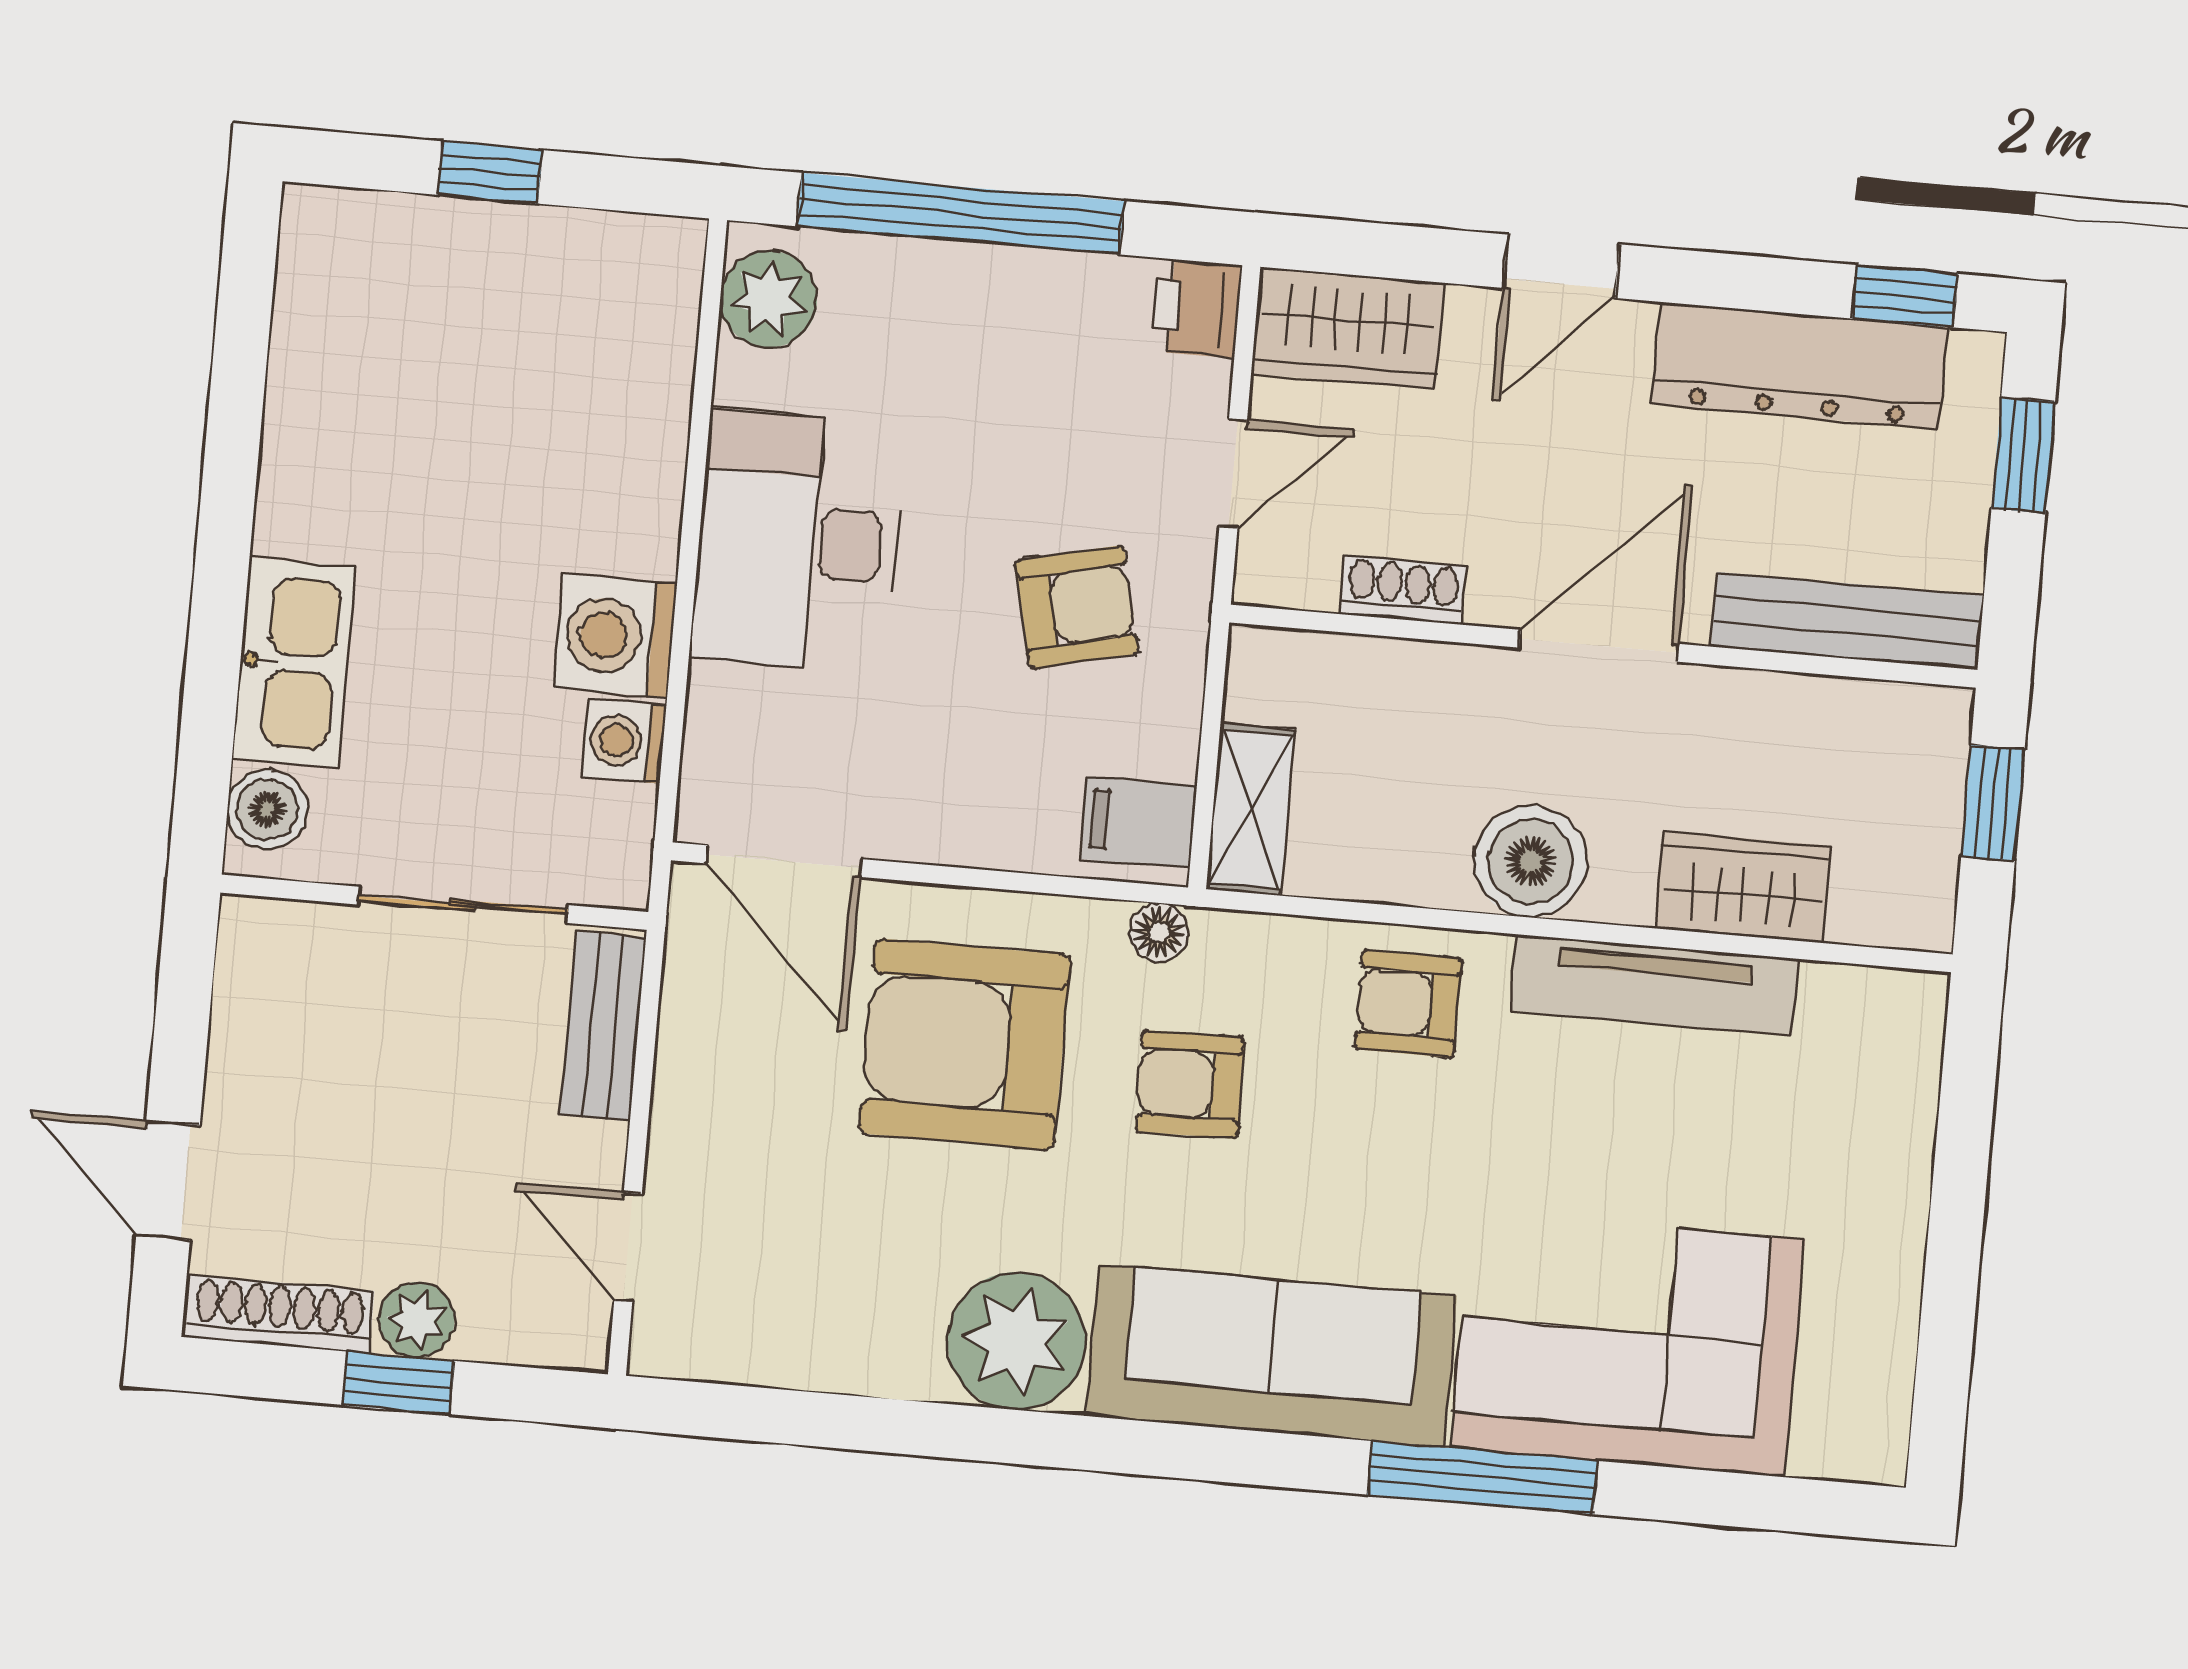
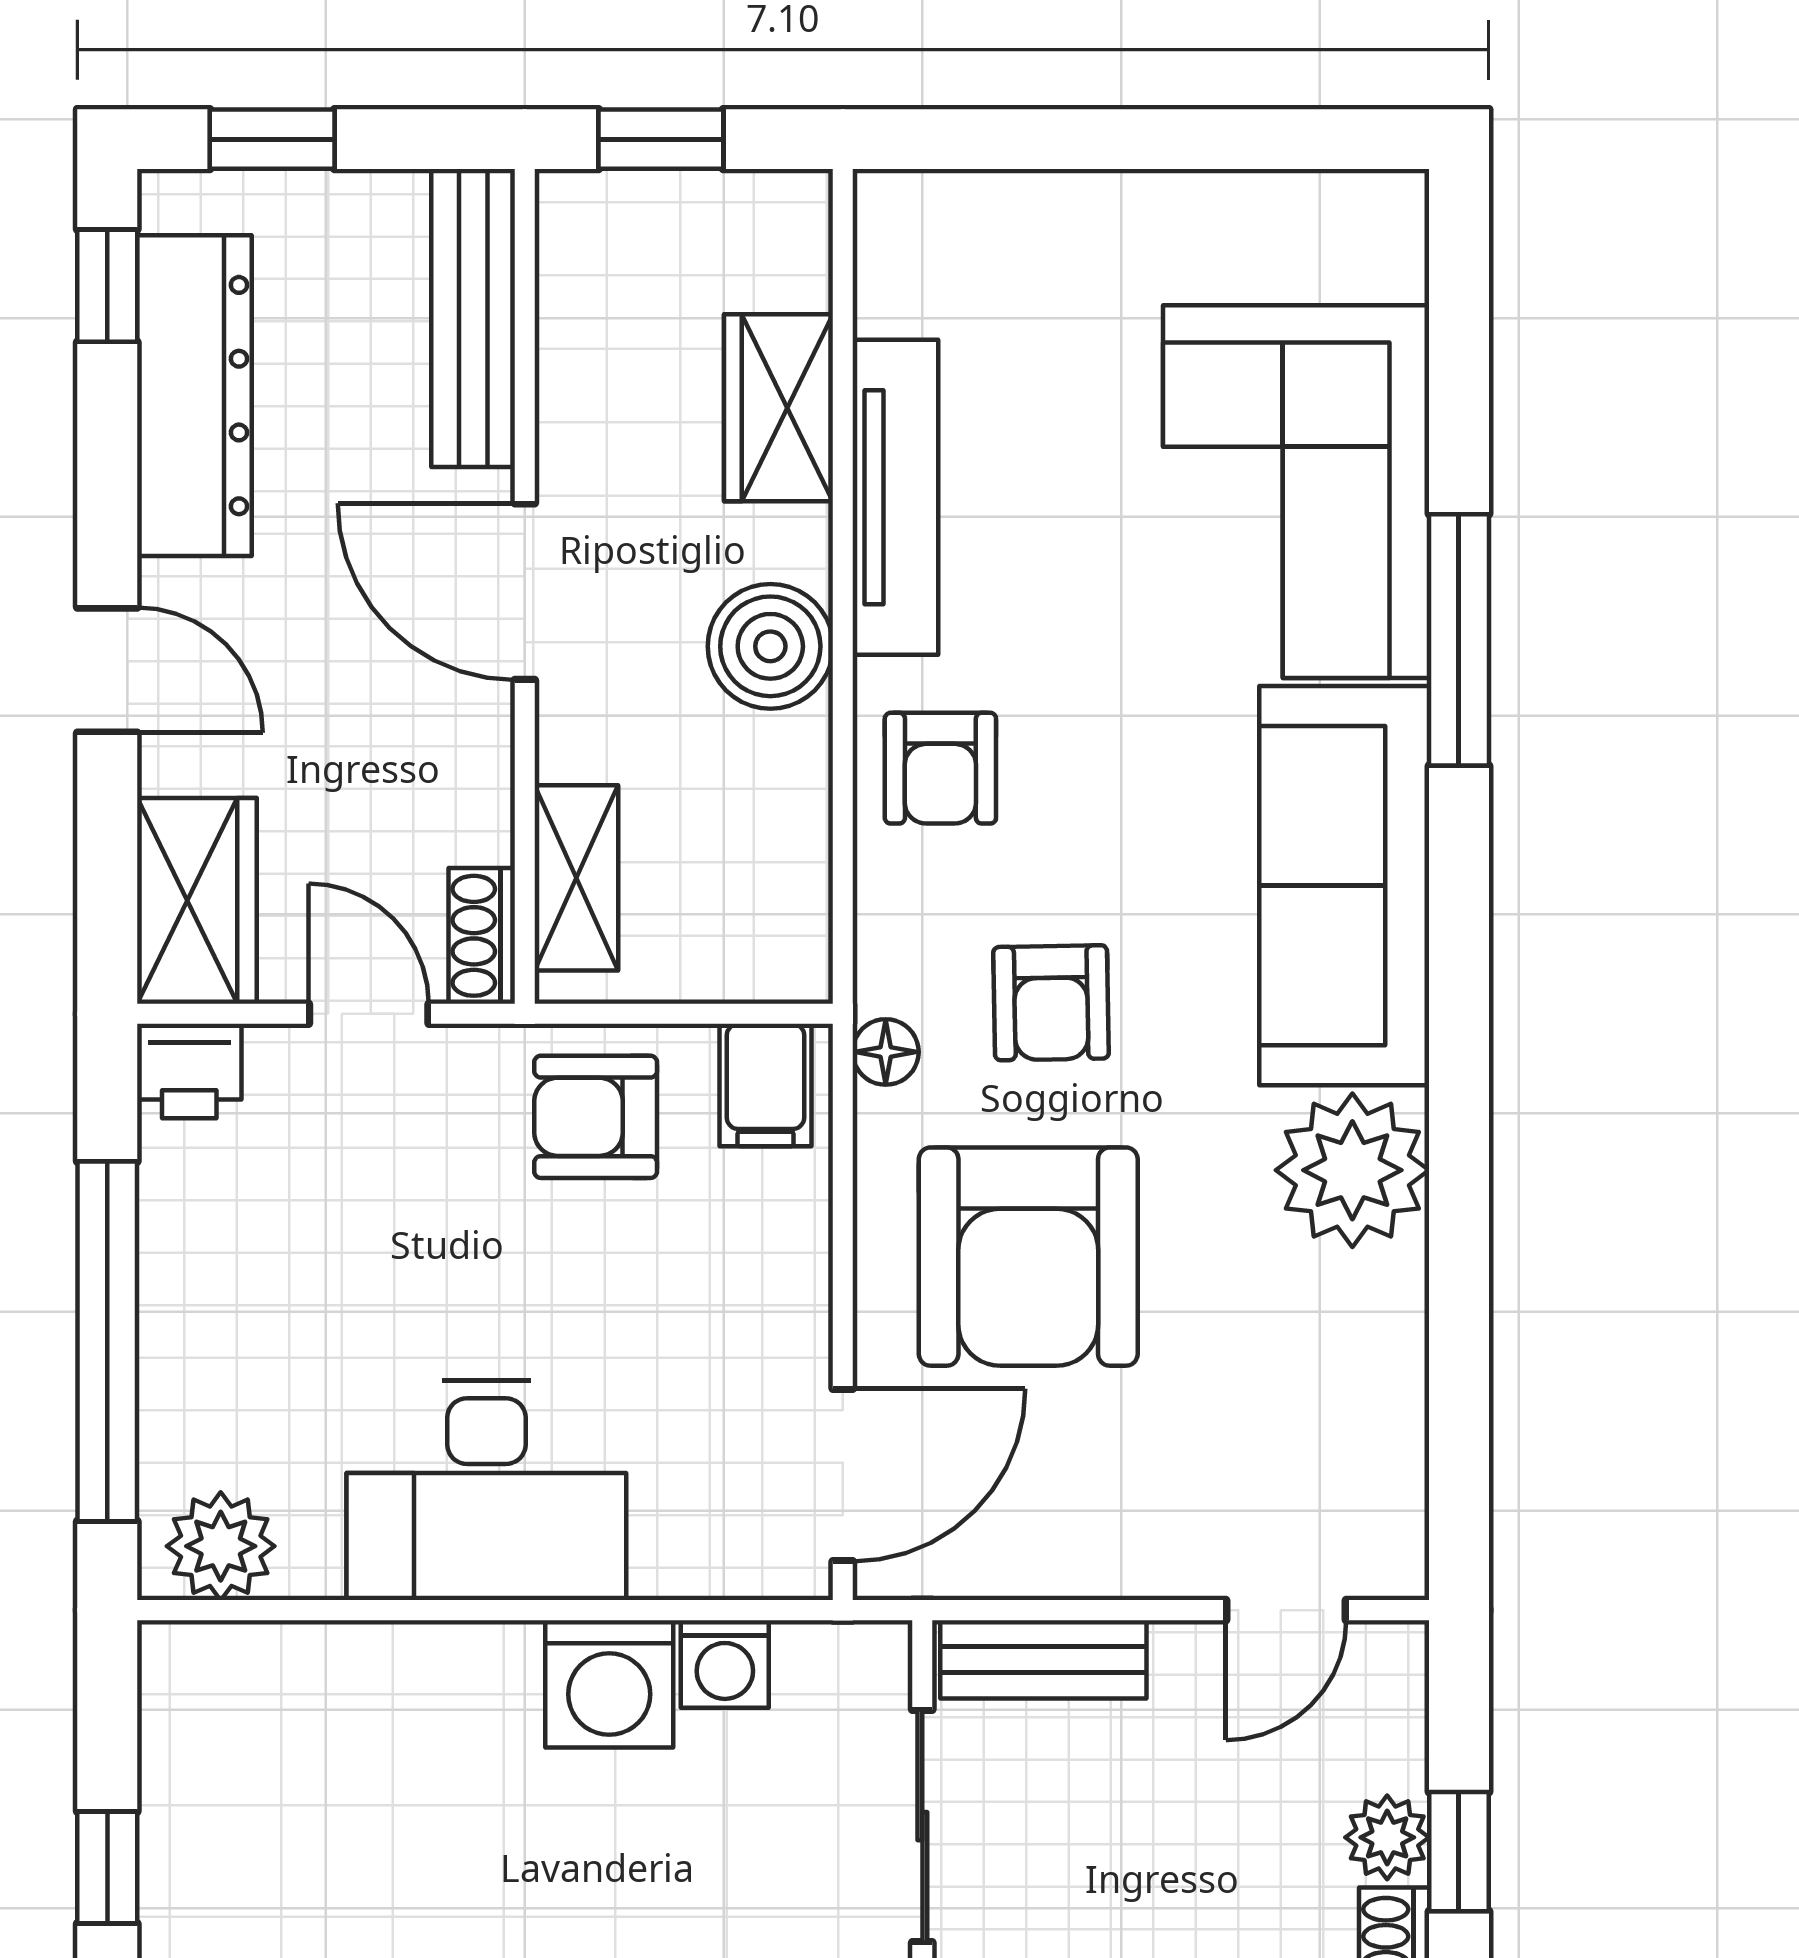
shoe rack: (1403, 590) -> (482, 936), moved
armchair: (1077, 607) -> (596, 1117), moved, turned -77
shelving: (1250, 809) -> (576, 878), moved, turned 90

